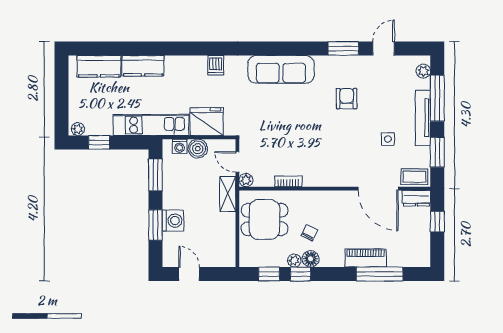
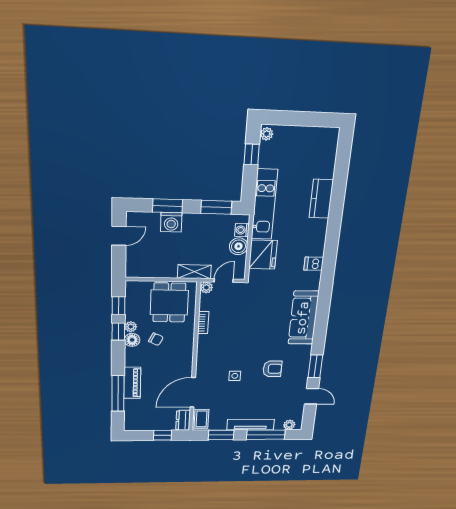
kitchen counter: (99, 66) -> (326, 157), removed
side table: (388, 139) -> (235, 376), moved

